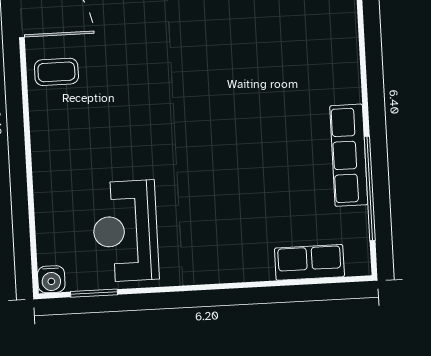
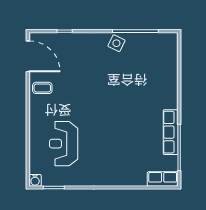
reception desk: (125, 231) -> (64, 144), moved
row of seats: (309, 262) -> (163, 179), moved

